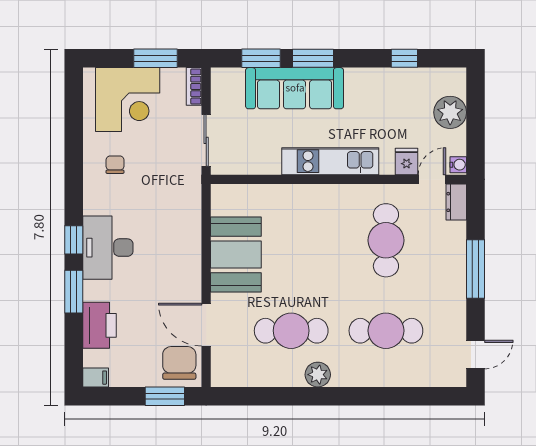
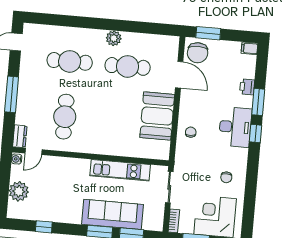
kitchen unit: (330, 161) -> (120, 170), moved
fridge: (407, 161) -> (48, 164), removed
chair: (179, 233) -> (191, 132), added
printer: (100, 325) -> (247, 87), width x0.53, depth x0.68

